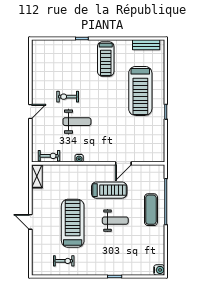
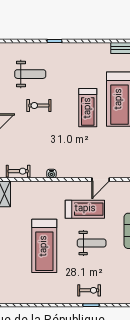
treadmill: (106, 59) -> (88, 108), moved
weight bench: (77, 122) -> (30, 74), moved
treadmill: (73, 223) -> (44, 246), turned 180
exercise bike: (64, 261) -> (89, 290), moved

